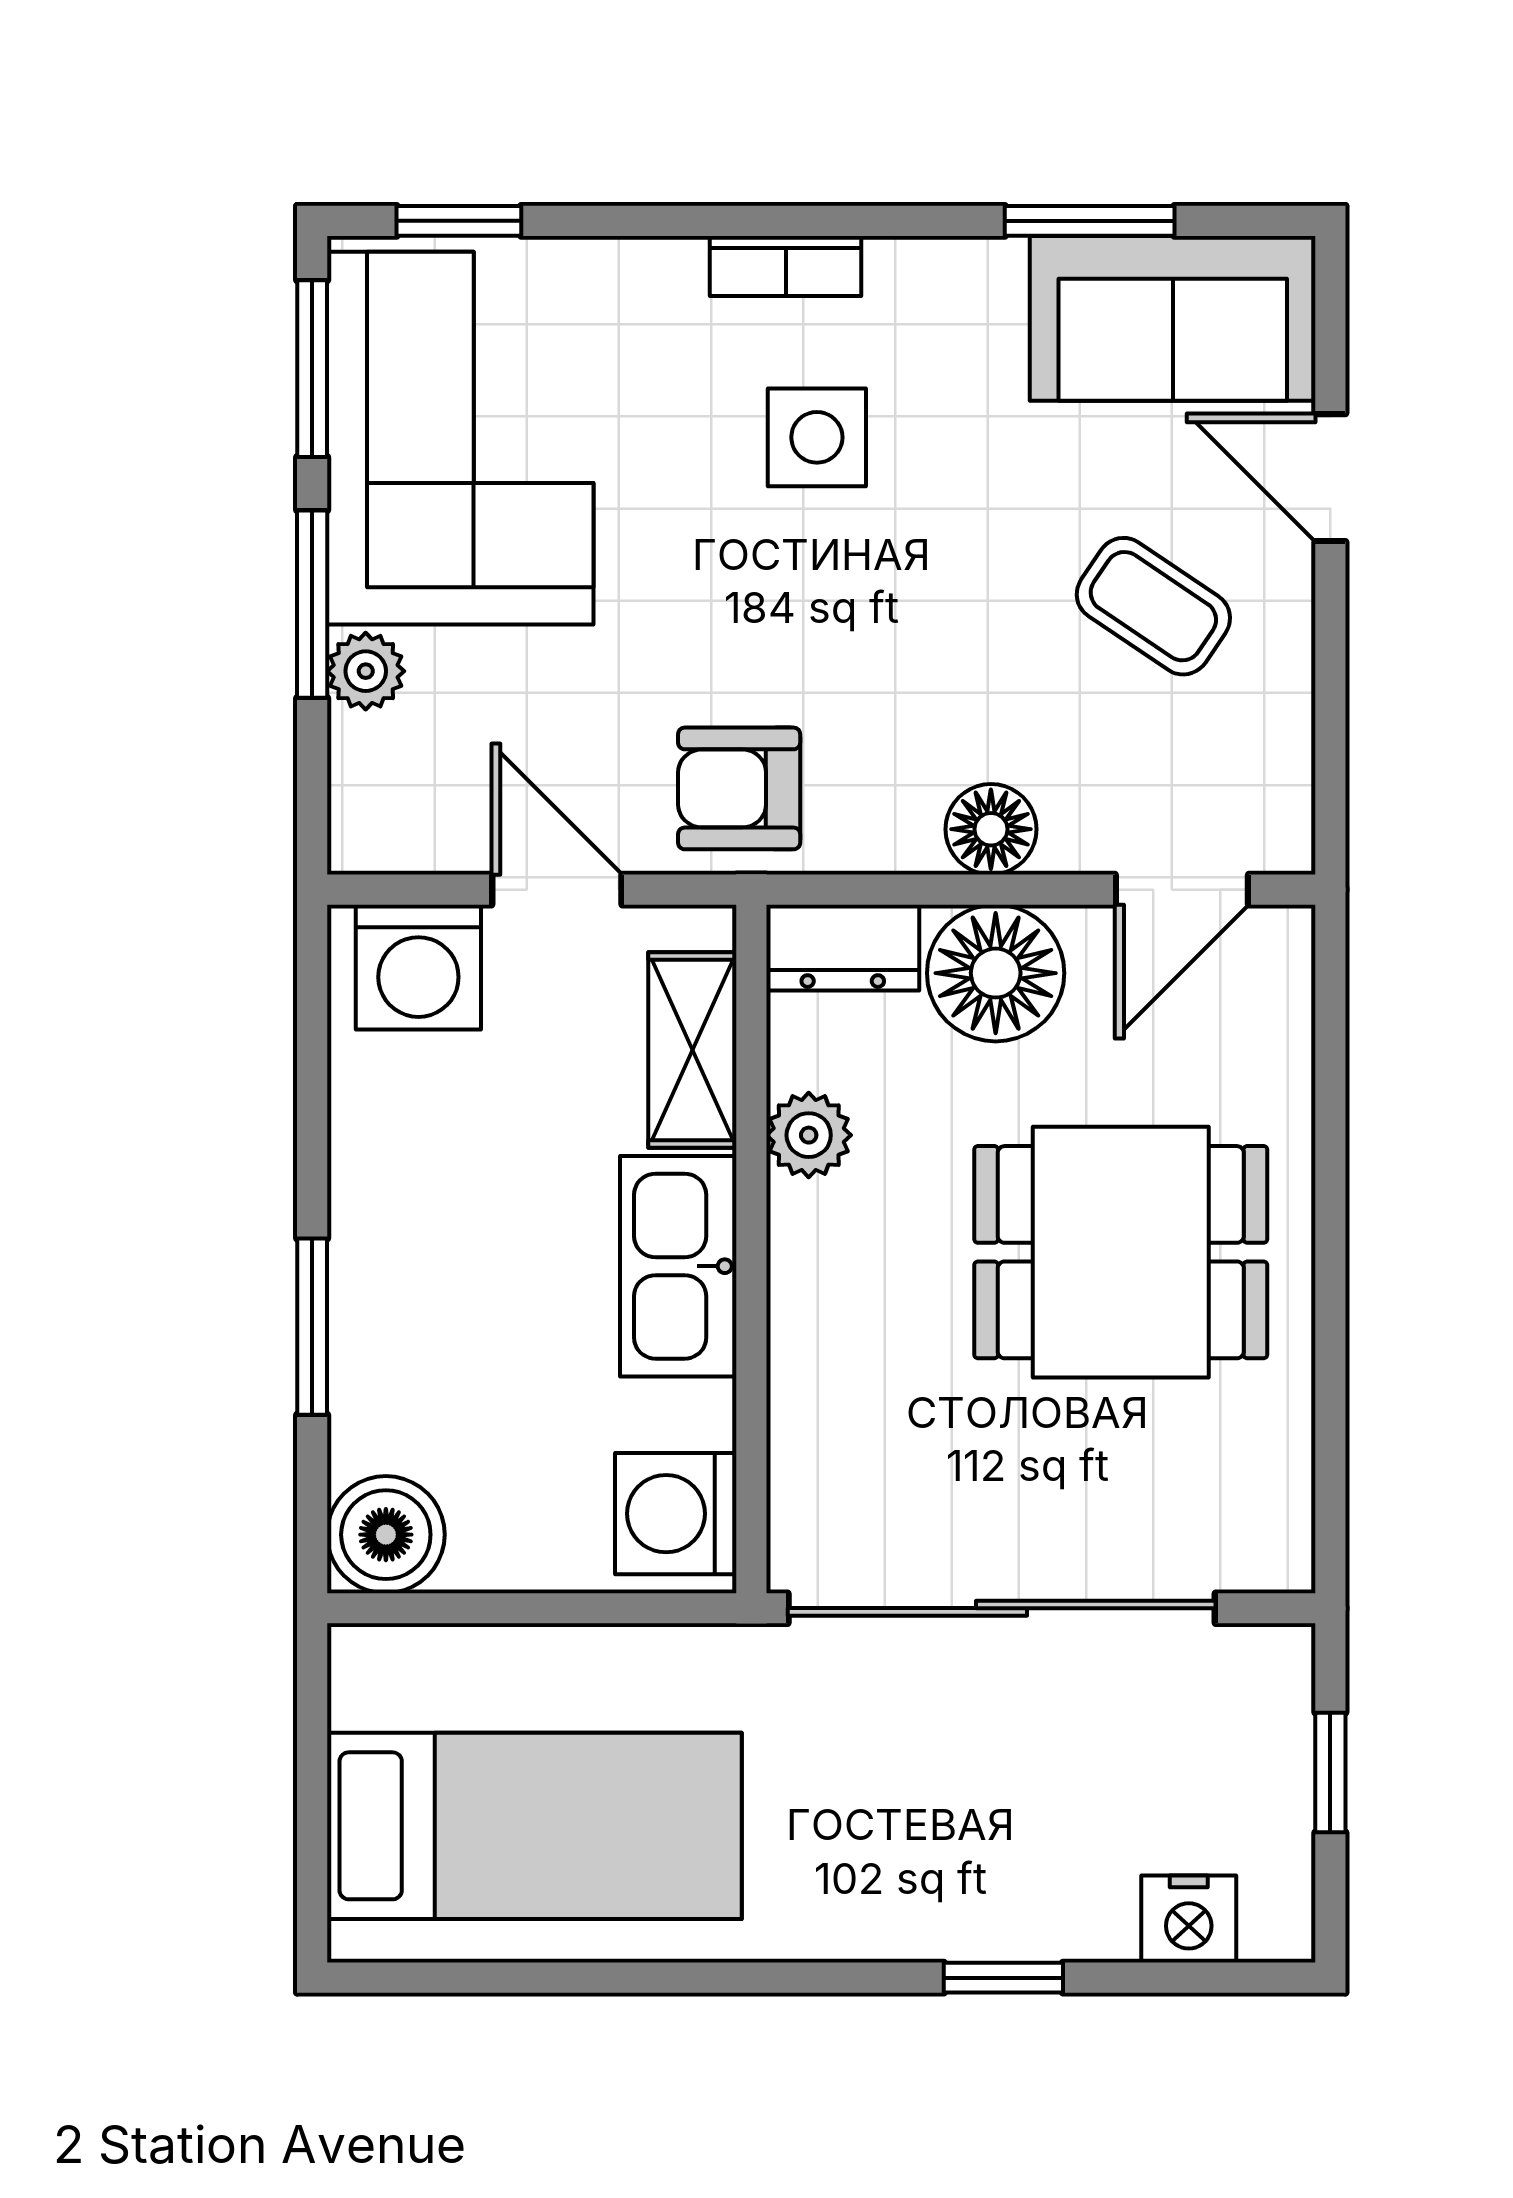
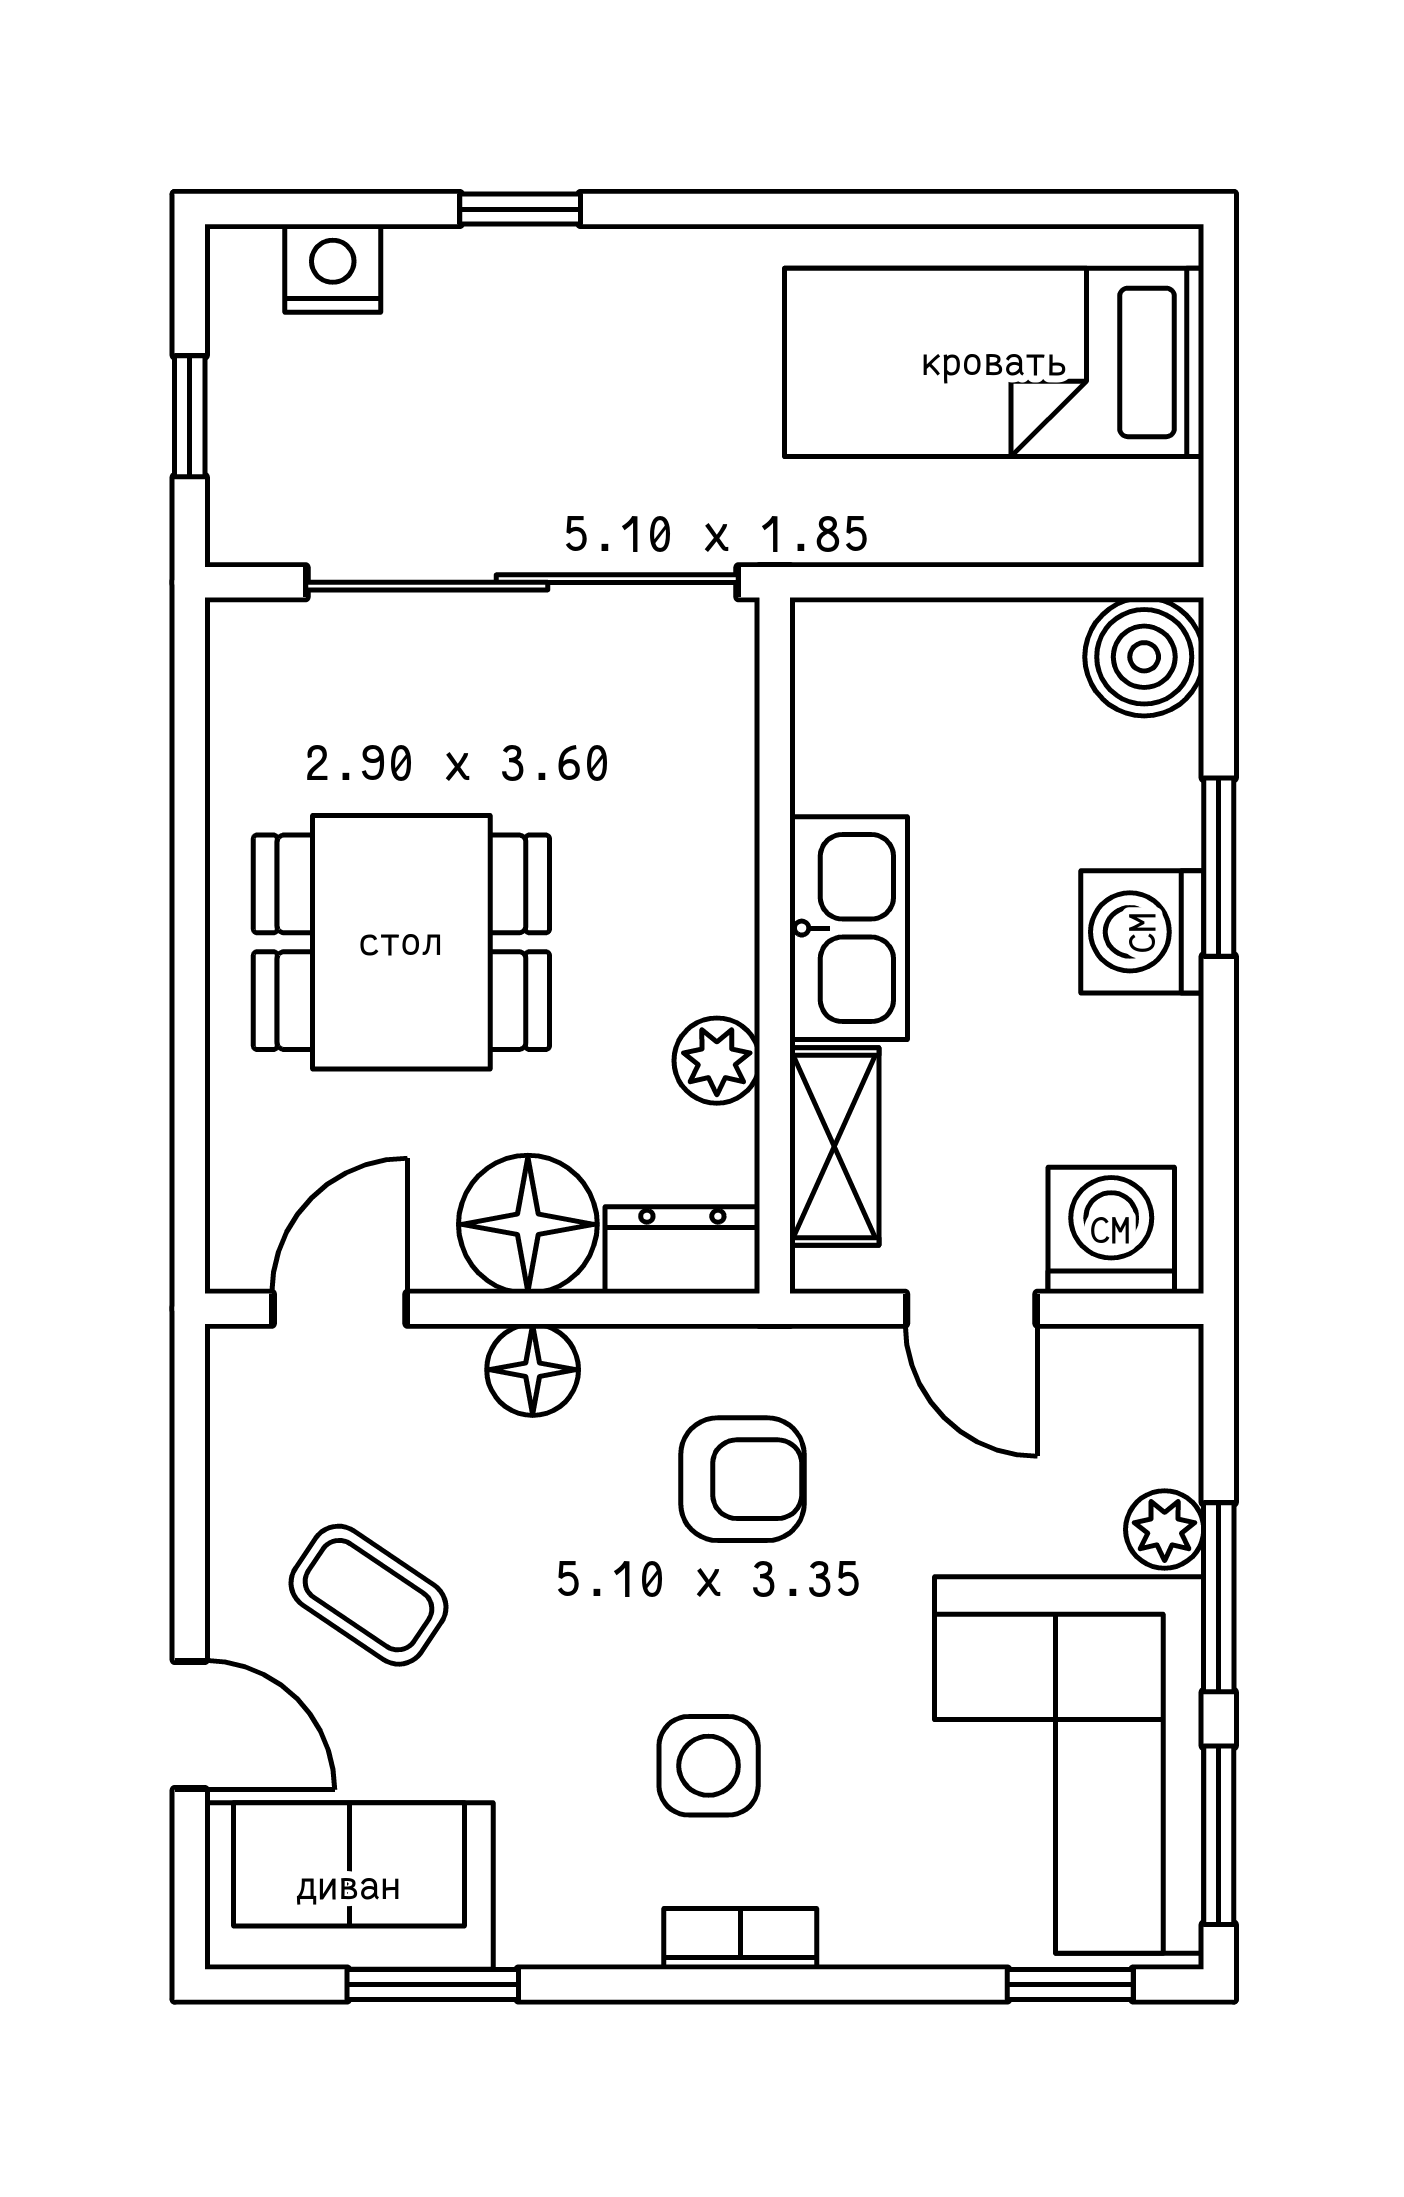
armchair: (739, 788) -> (742, 1479), moved
washing machine: (676, 1514) -> (1142, 932), moved, turned 180

